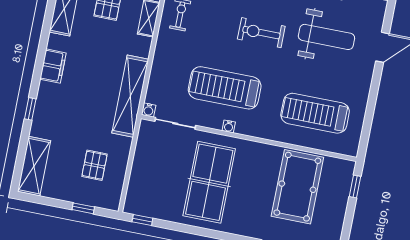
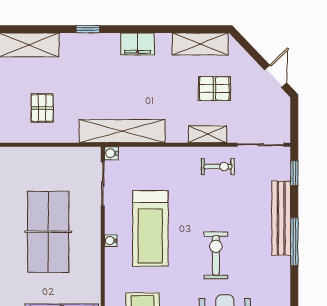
treadmill: (225, 88) -> (150, 228), turned 180
pallet: (94, 165) -> (42, 108), turned 90
table tennis table: (209, 182) -> (48, 232), turned 90

